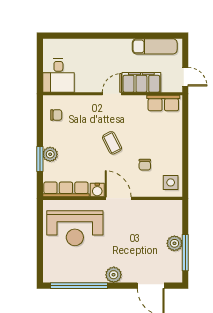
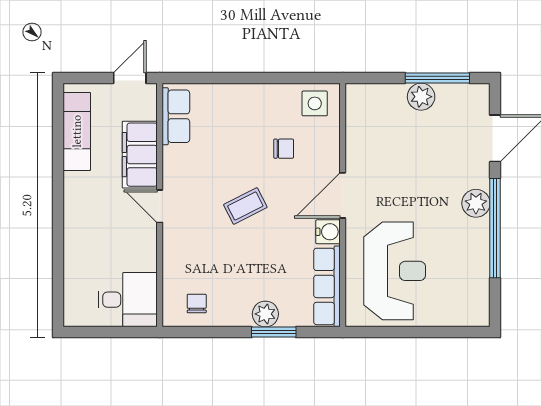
window: (79, 286) -> (495, 228), moved

